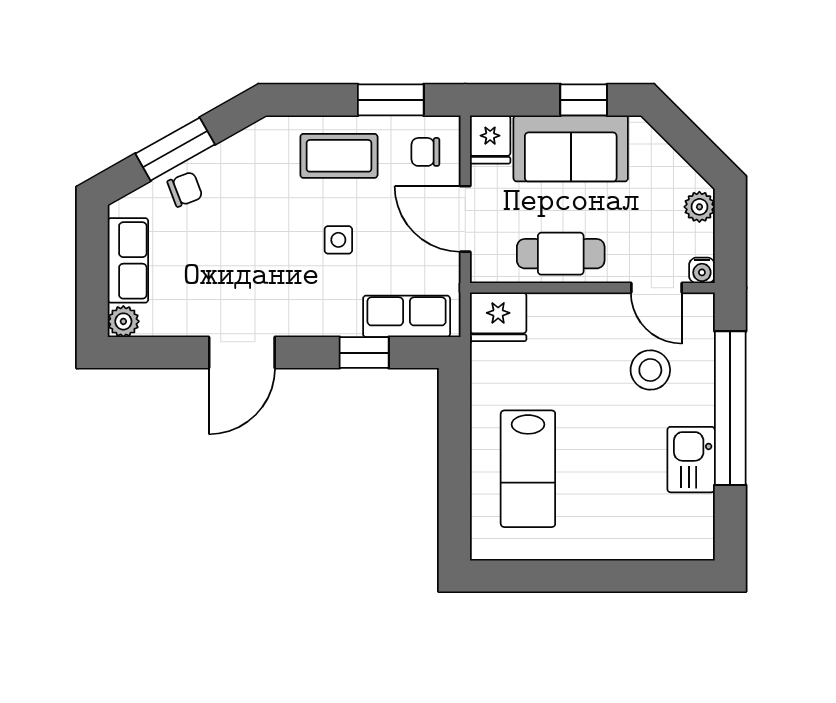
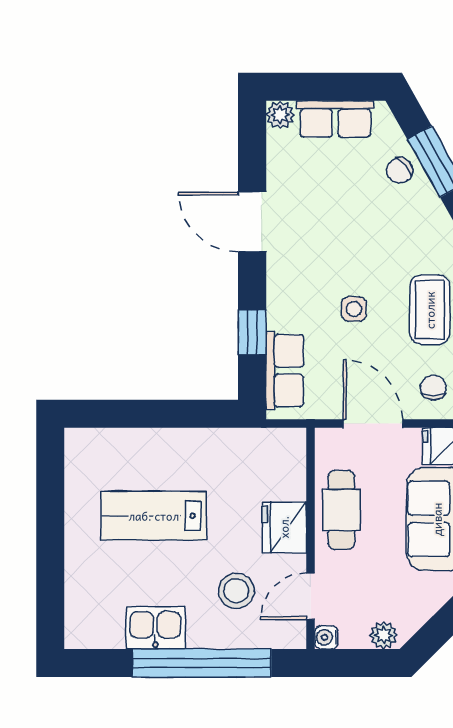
chair: (185, 189) -> (400, 171), turned 70
door: (465, 219) -> (373, 424), hinge flipped
fridge: (498, 317) -> (284, 527), moved
lab bench: (528, 469) -> (154, 516), moved

